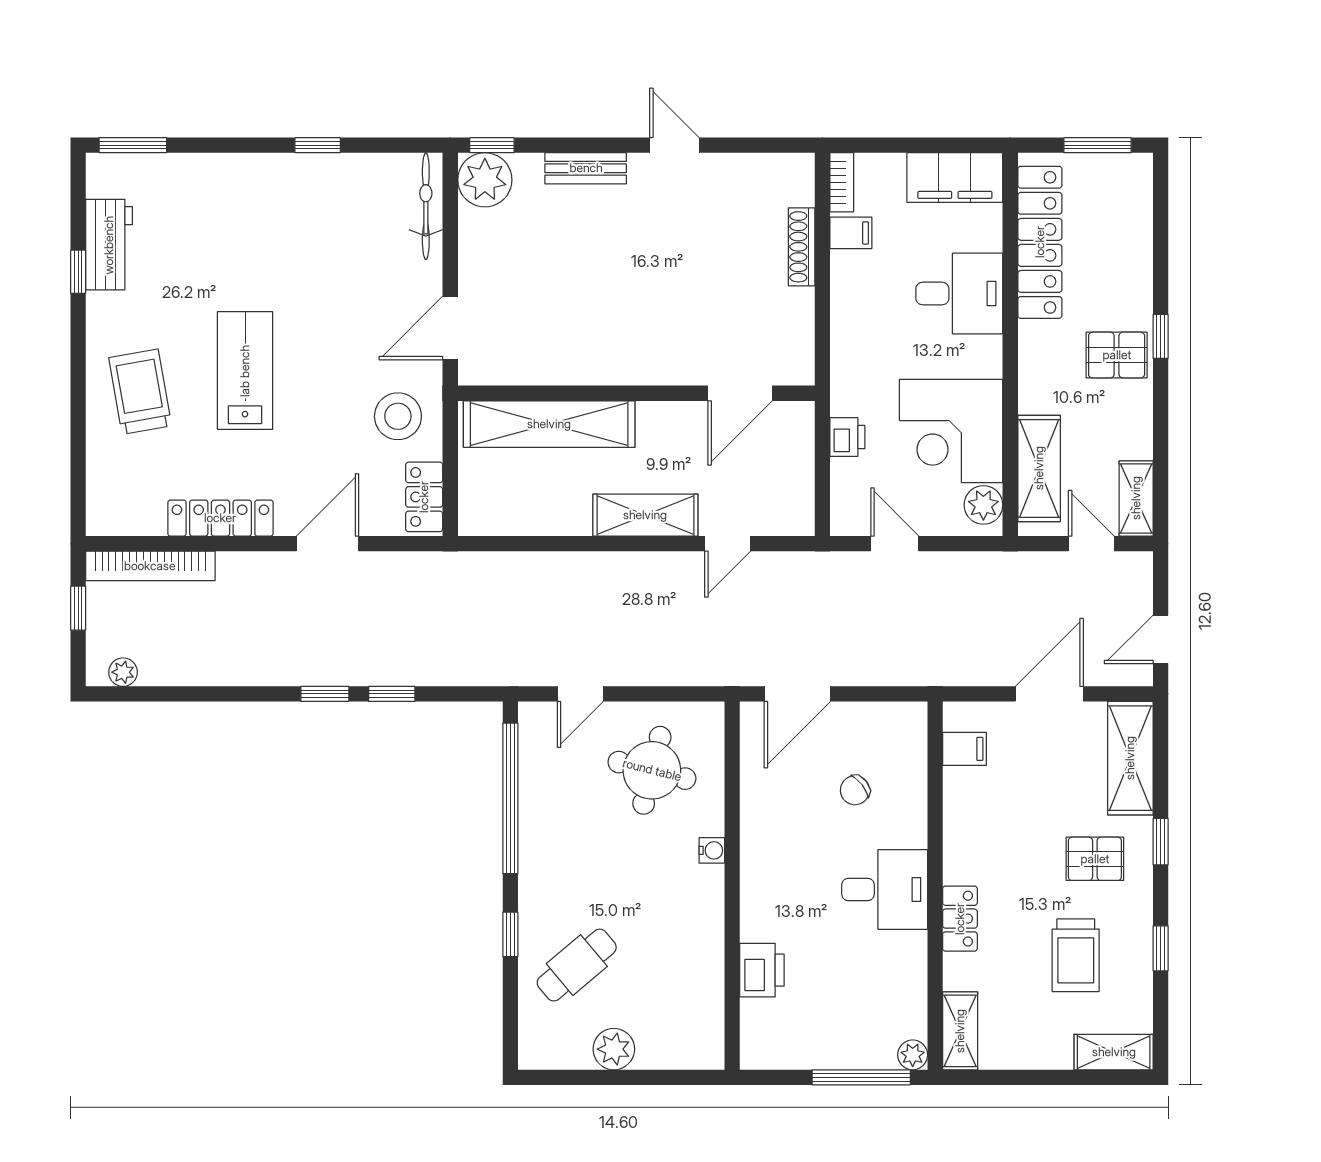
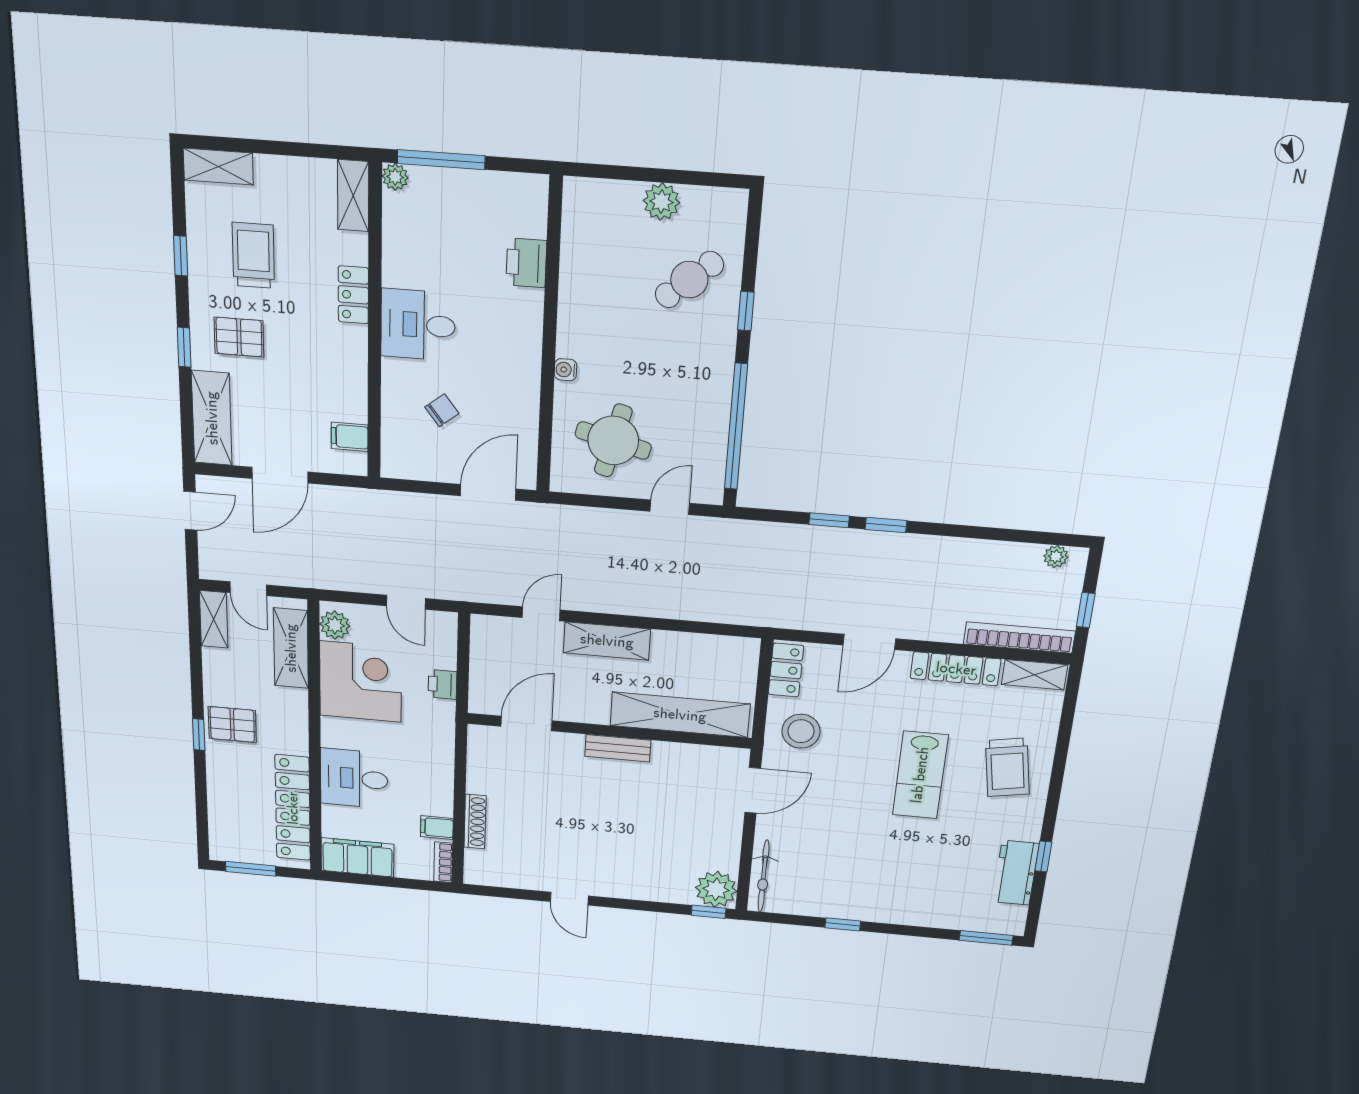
bench: (586, 168) -> (618, 748), moved
shelving: (126, 519) -> (1034, 675), added

